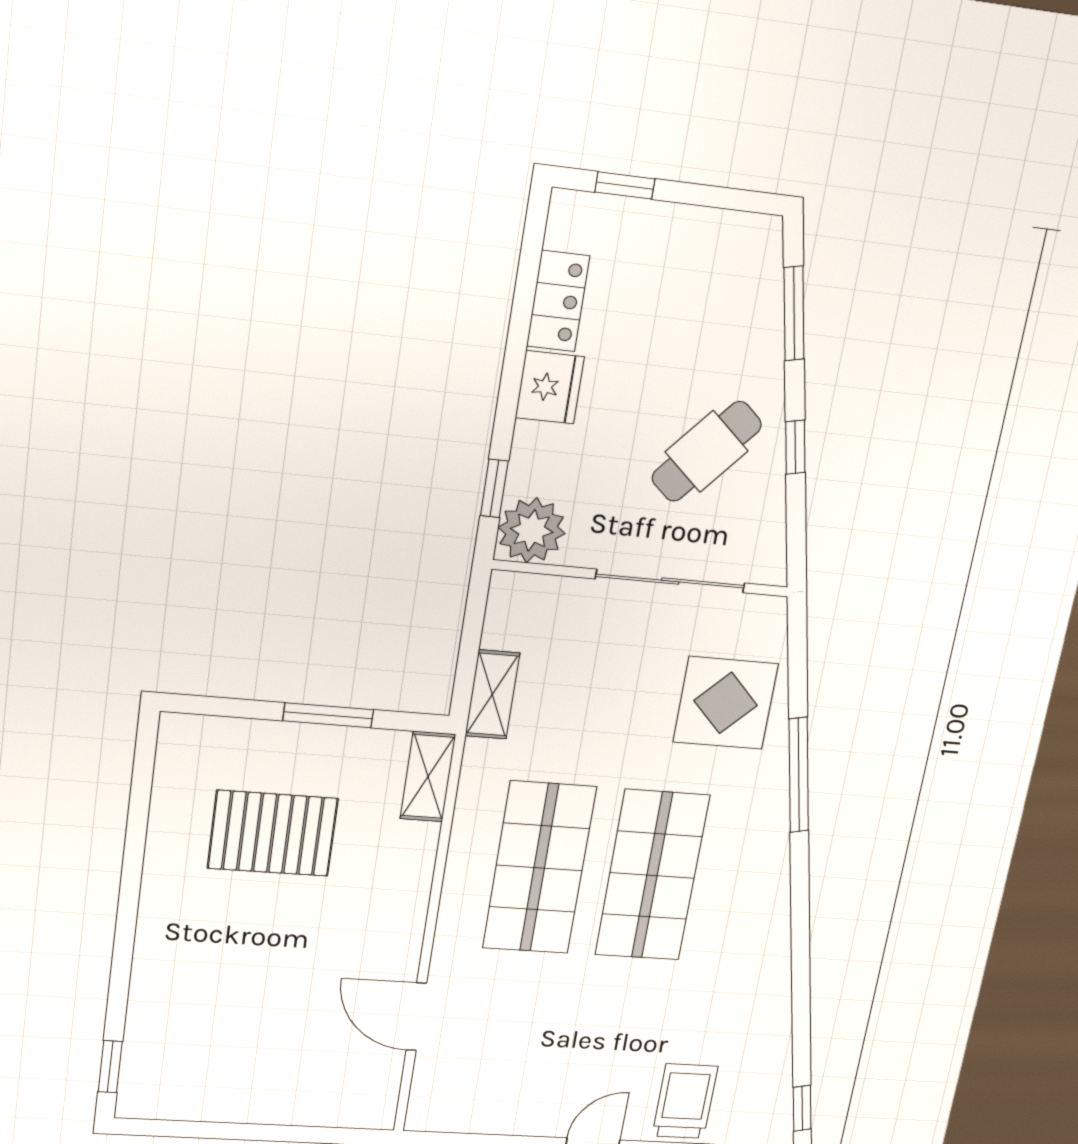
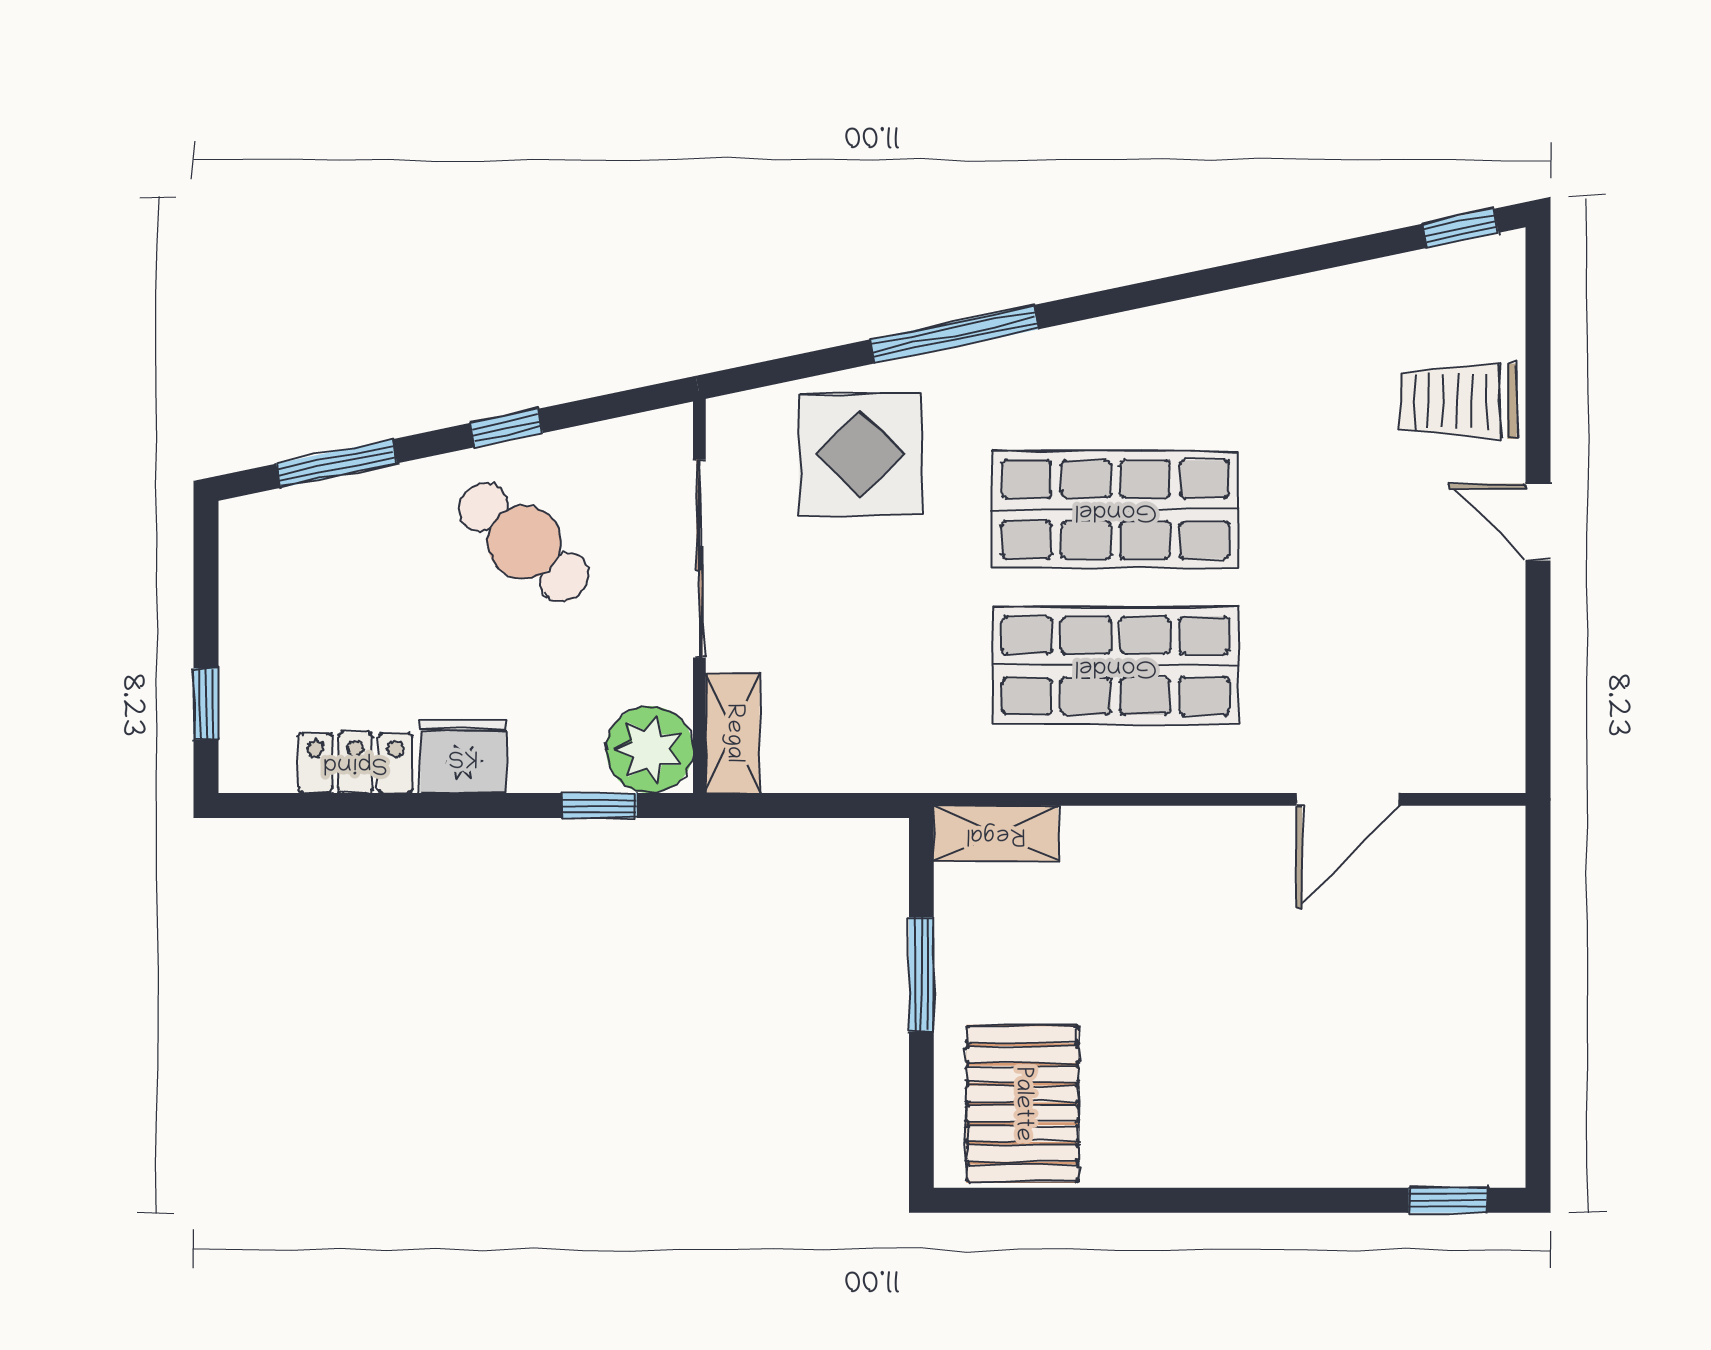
shelving: (492, 694) -> (733, 733), moved, turned 90
pallet: (273, 833) -> (1022, 1104), moved

